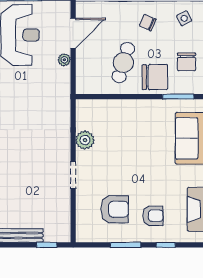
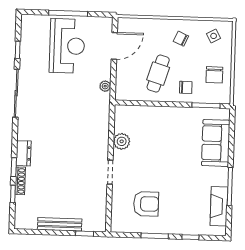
plant: (64, 60) -> (105, 86), moved
chair: (155, 77) -> (186, 87), width x0.54, depth x0.54
armchair: (153, 216) -> (180, 211), removed

